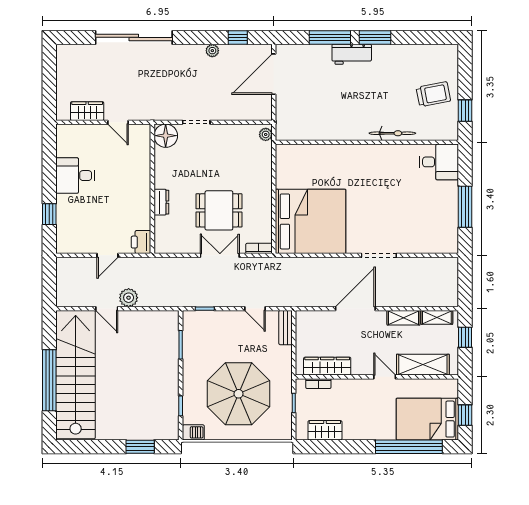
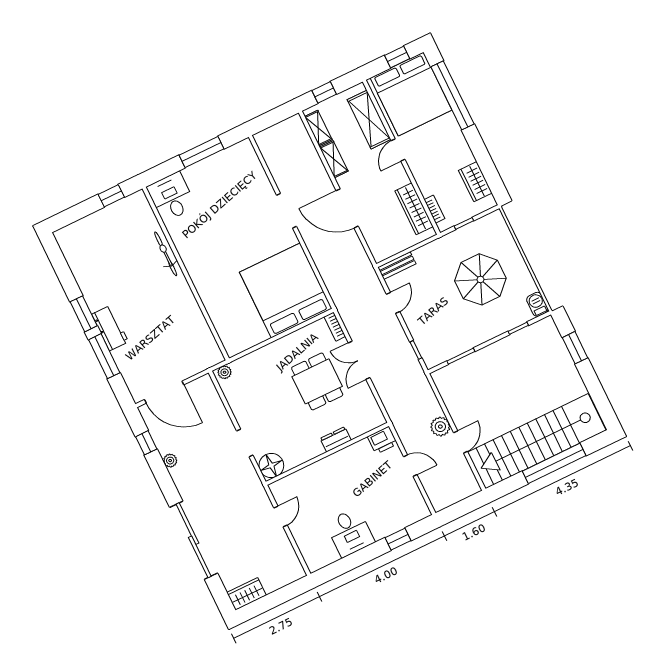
trolley: (433, 94) -> (110, 233), removed
wardrobe: (87, 111) -> (247, 594), moved, turned 90
parasol: (239, 394) -> (480, 279), width x0.73, depth x0.73
bed: (427, 419) -> (411, 94), width x1.36

